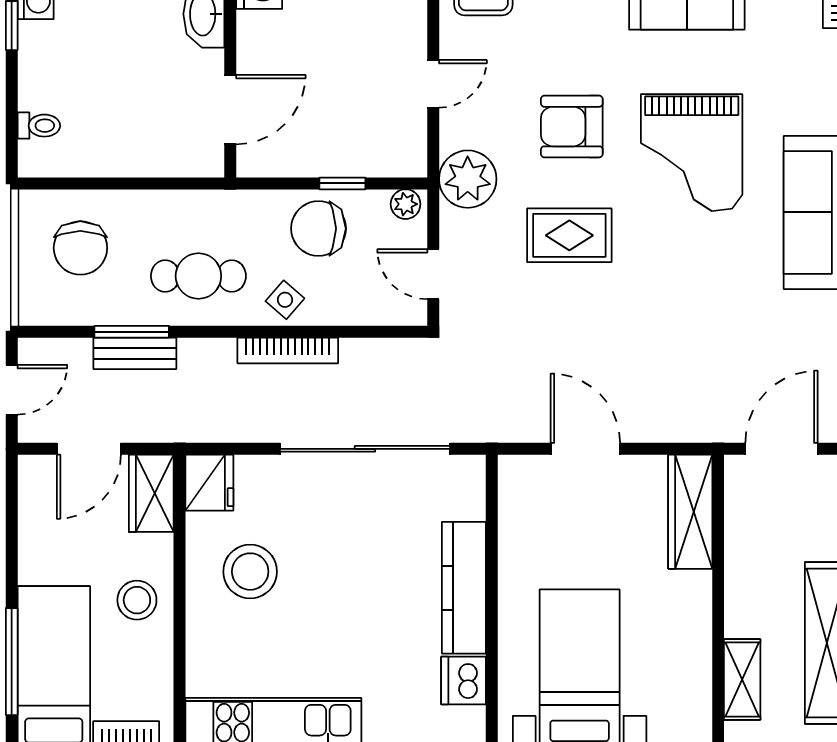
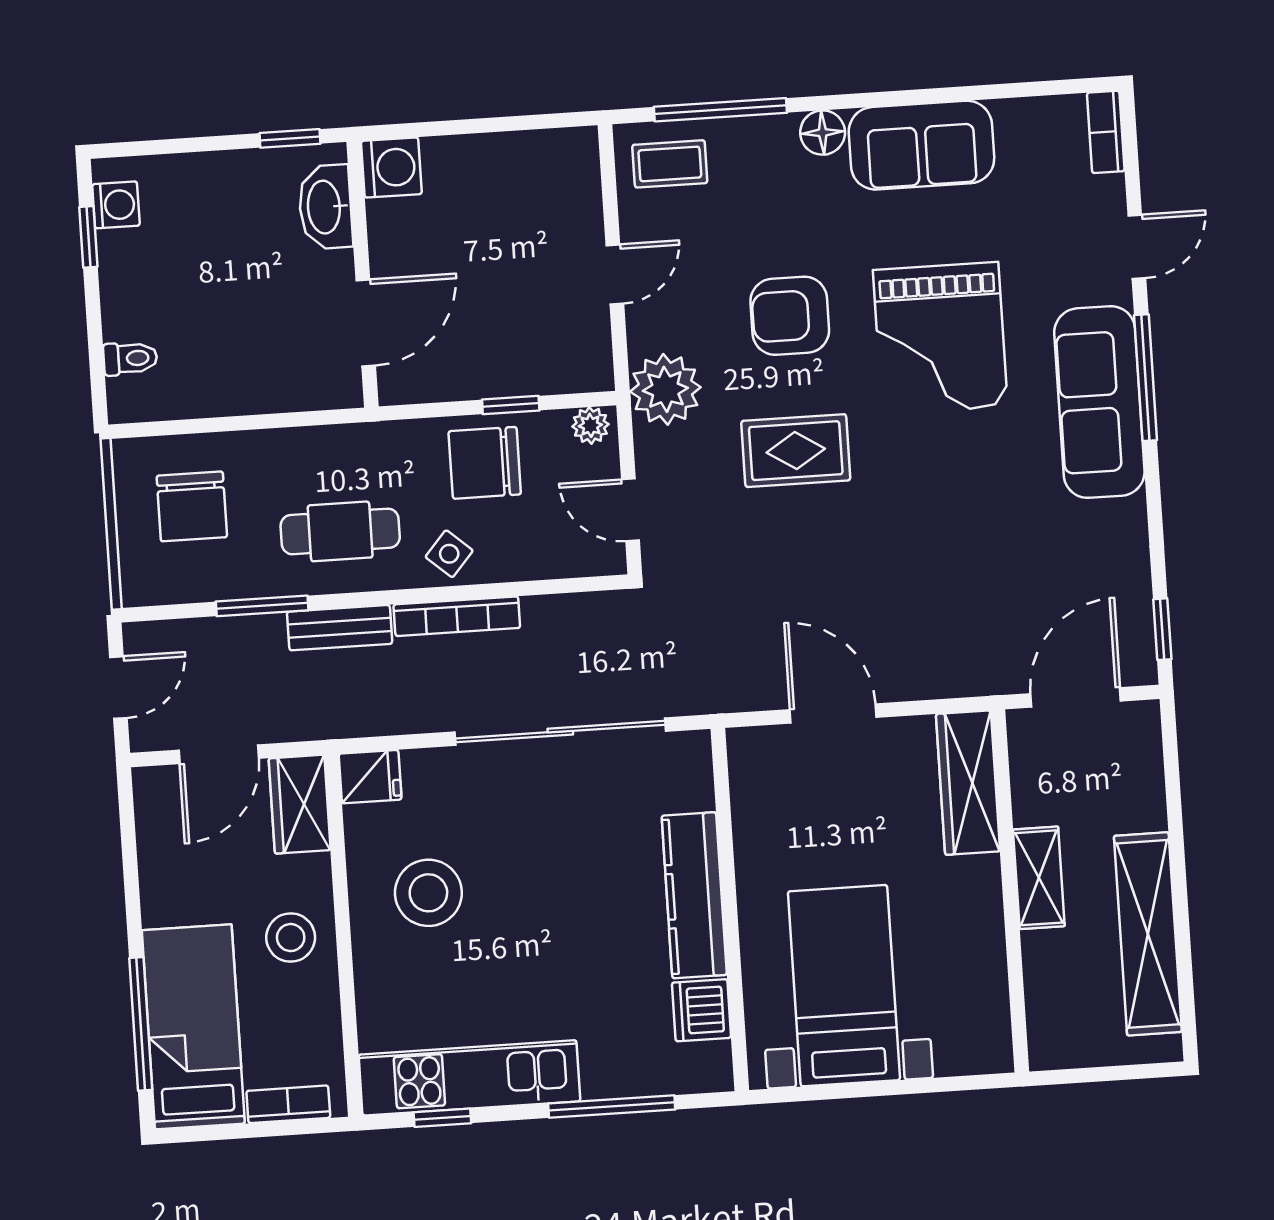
bench: (135, 353) -> (340, 628), moved
fridge: (209, 483) -> (370, 777), width x0.72
shelving: (742, 679) -> (1039, 878), moved

